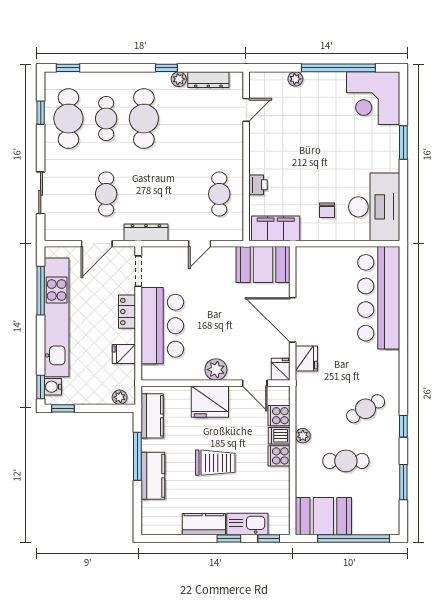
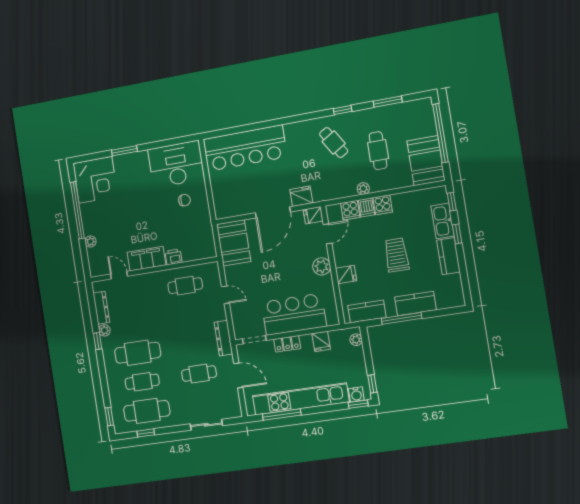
filing cabinet: (276, 228) -> (146, 259), moved, turned 90
fridge: (210, 402) -> (346, 275), width x0.53, depth x0.75

